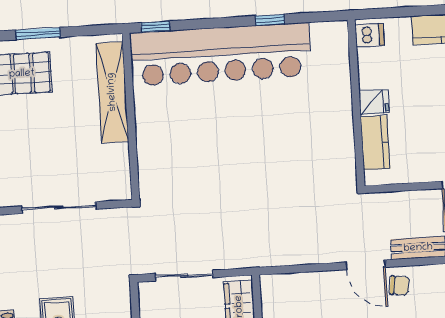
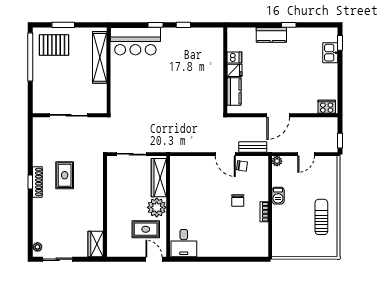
window: (155, 27) -> (156, 25), moved
dishwasher: (370, 35) -> (234, 58), moved
bar counter: (221, 54) -> (135, 41), width x0.54

